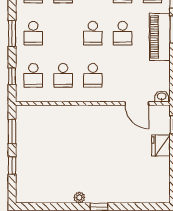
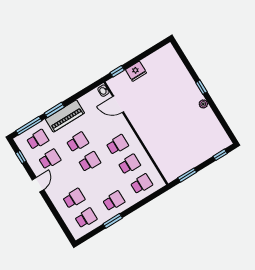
window: (12, 34) -> (113, 221), moved
window: (12, 76) -> (151, 198), removed
door: (137, 103) -> (118, 104), swing flipped
window: (12, 166) -> (220, 155), moved

